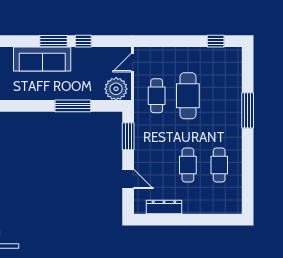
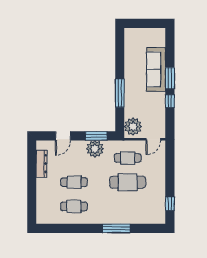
door: (133, 63) -> (153, 139), swing flipped
plant: (145, 138) -> (95, 149), added

